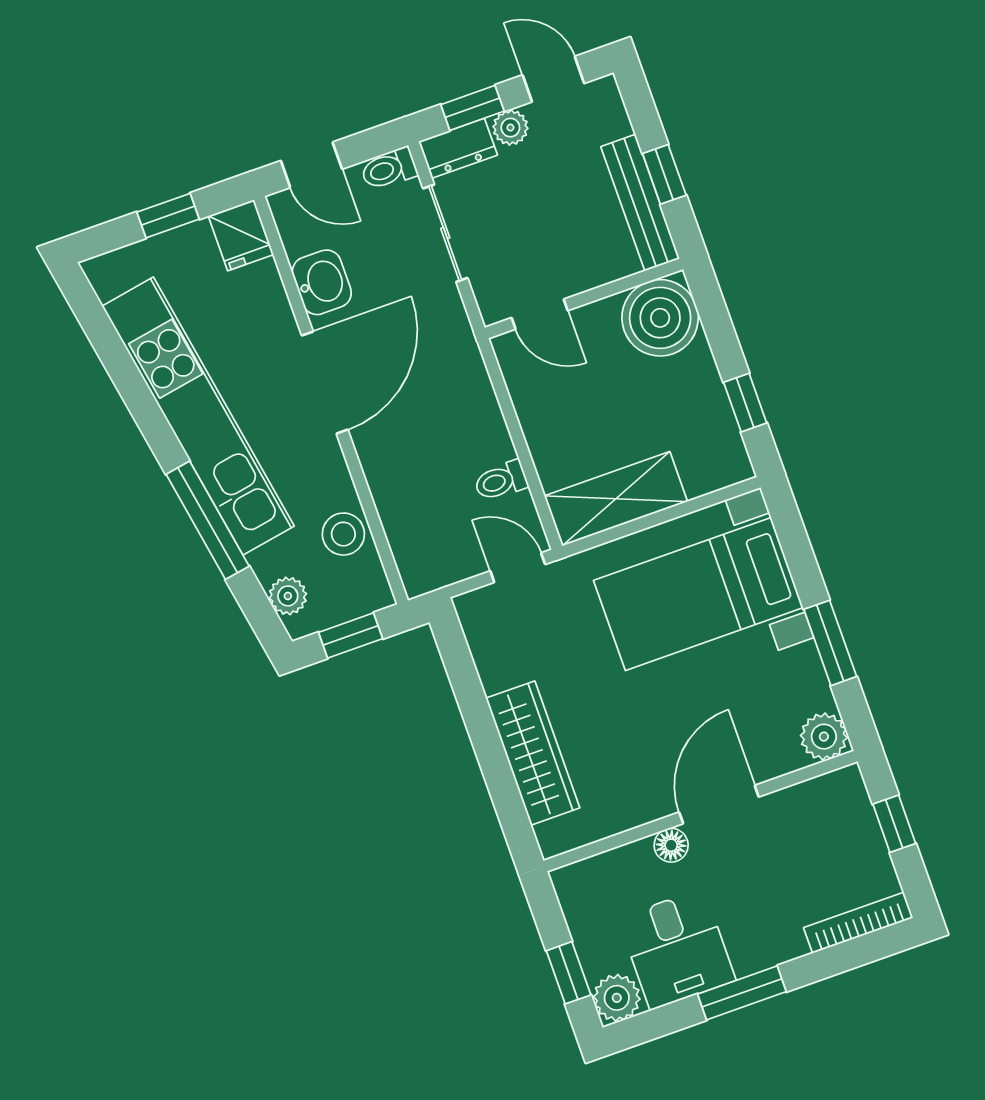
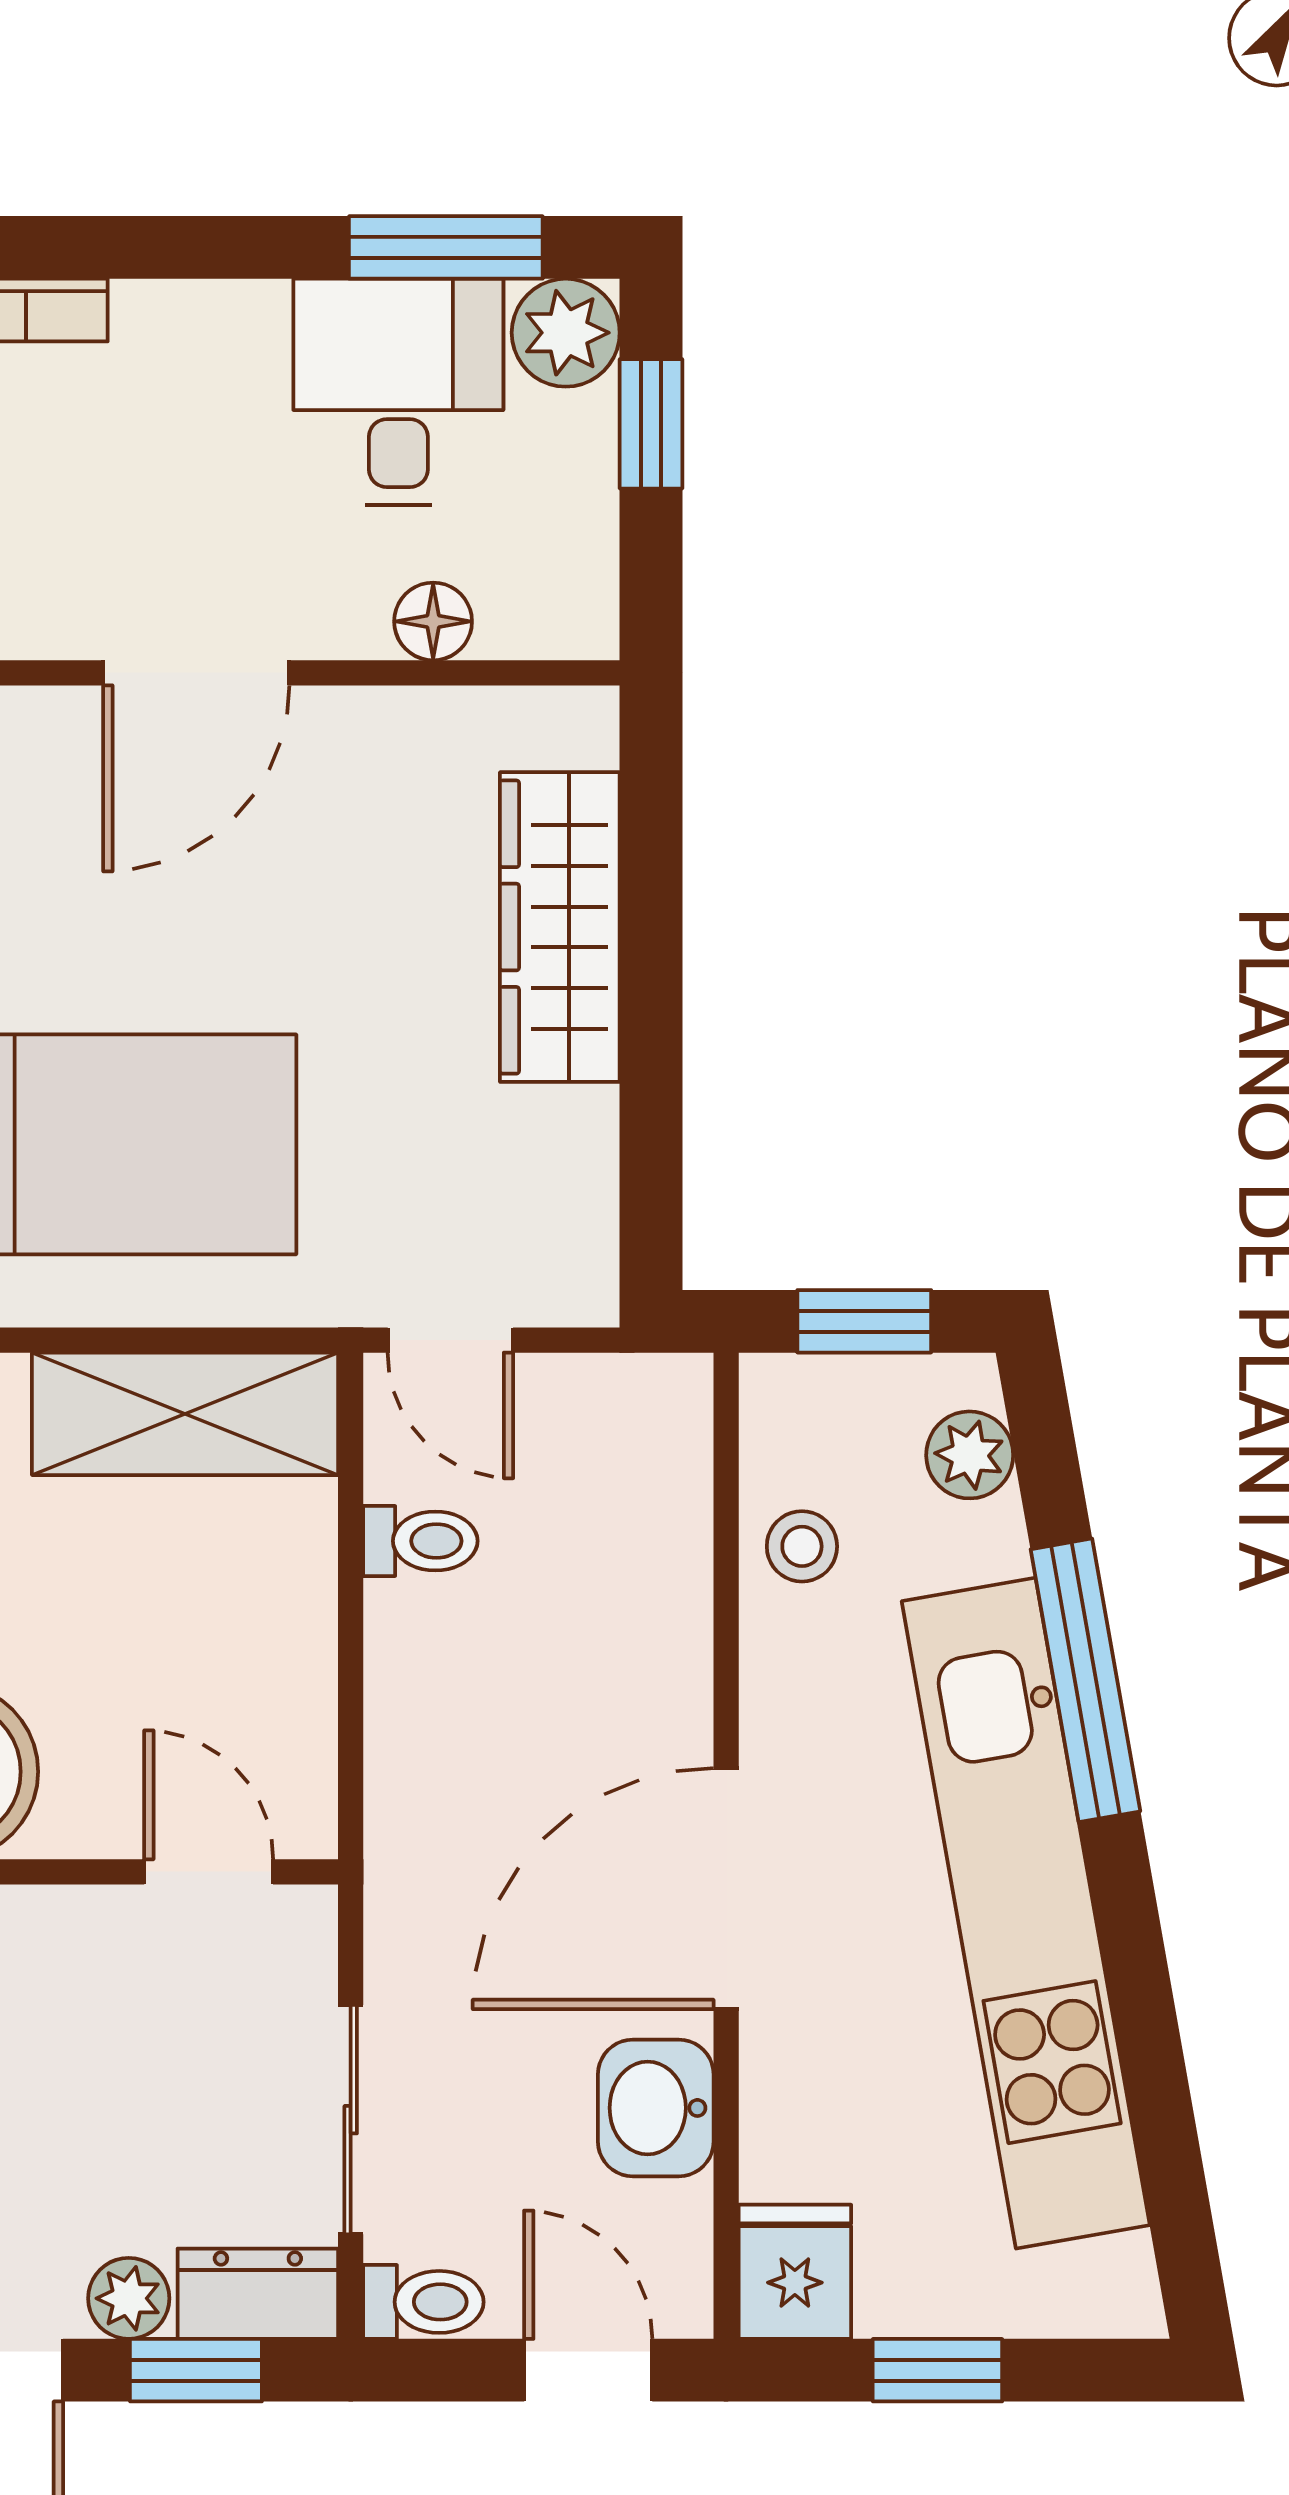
stool: (343, 534) -> (802, 1546), width x0.73, depth x0.73
floor lamp: (671, 845) -> (433, 621), moved
window: (742, 993) -> (446, 247), moved

